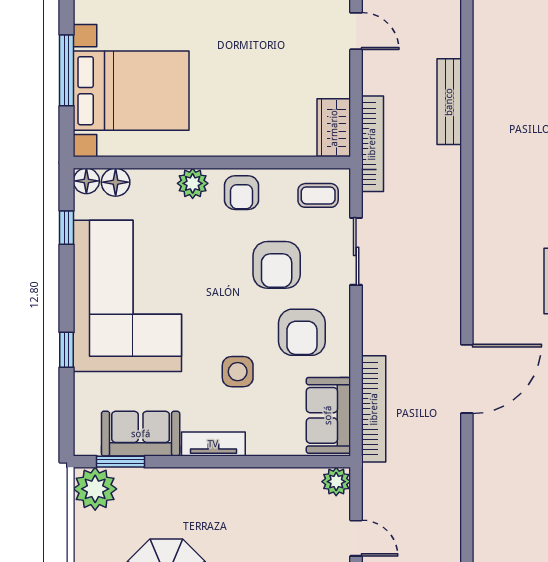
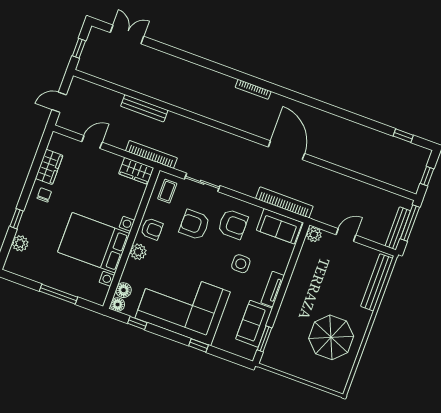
bed with nightstands: (131, 91) -> (94, 243), moved, turned -90
armchair: (277, 265) -> (194, 225), turned 180
plant: (95, 489) -> (273, 357), removed

